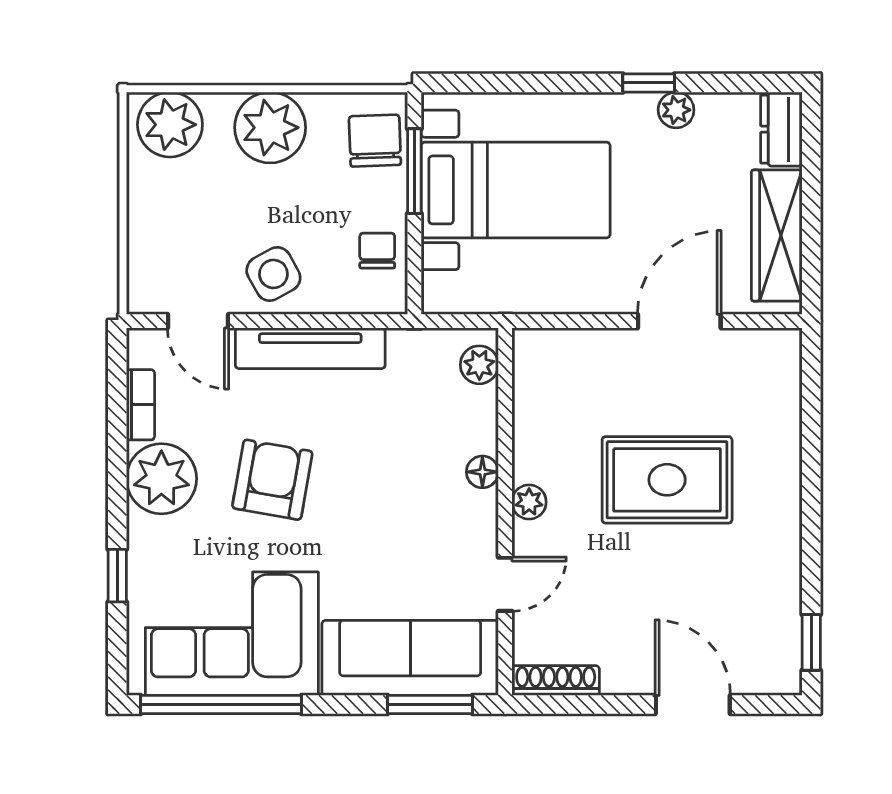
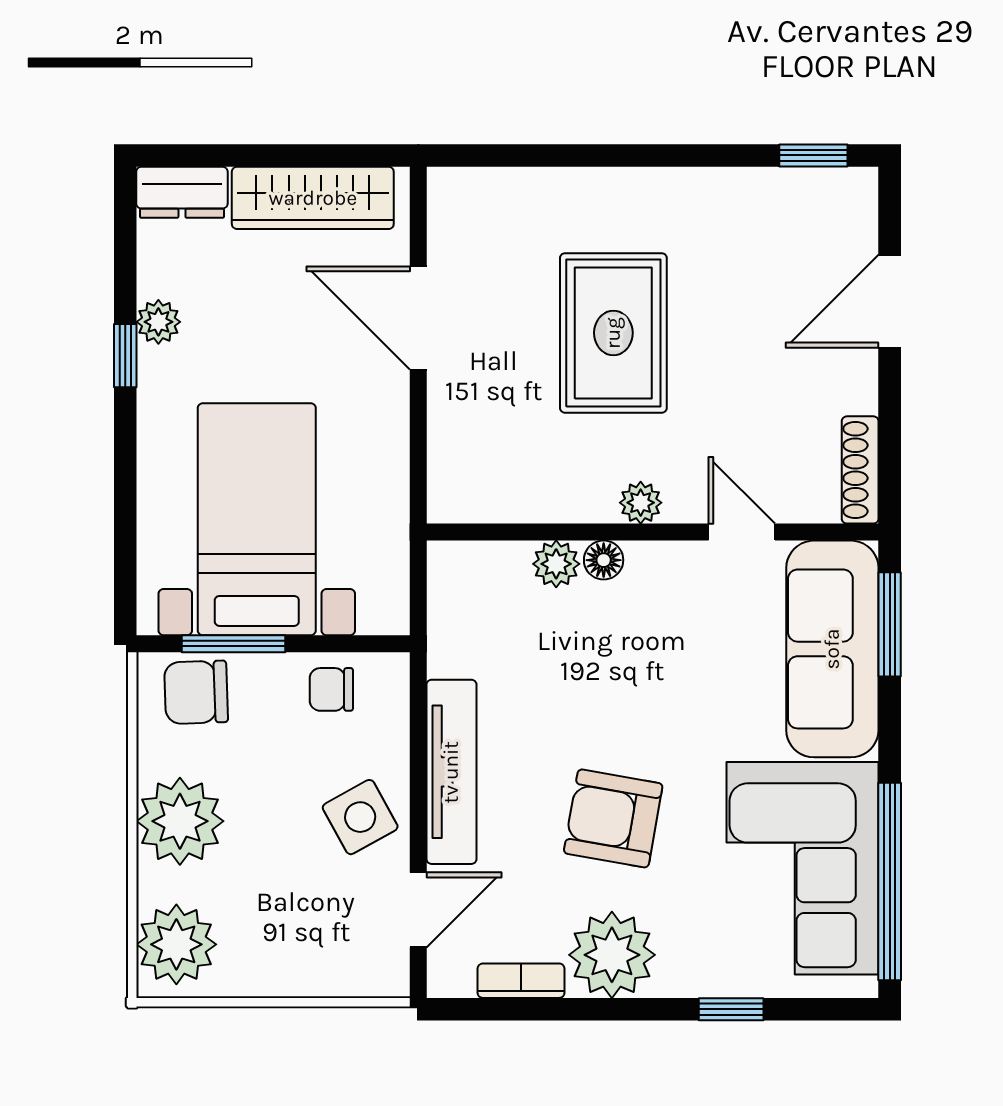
plant: (479, 365) -> (556, 564), moved

